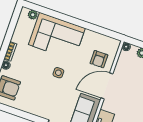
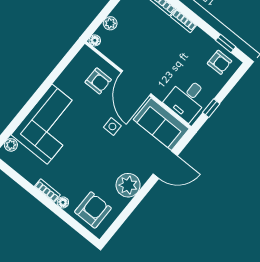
side table: (58, 73) -> (112, 126), moved
plant: (34, 106) -> (128, 185), added

